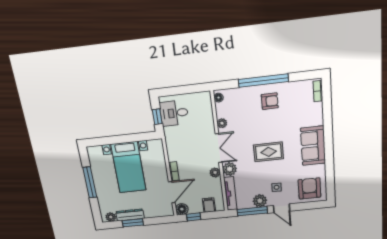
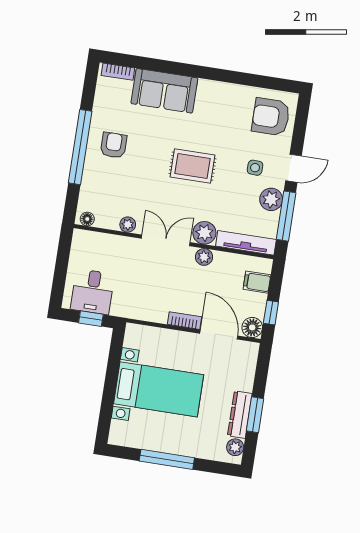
sofa: (313, 146) -> (164, 91), moved
rug: (269, 152) -> (193, 166), turned 90

